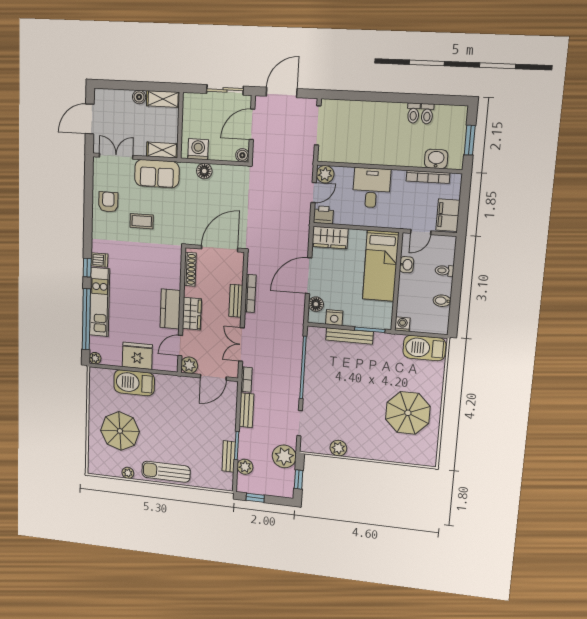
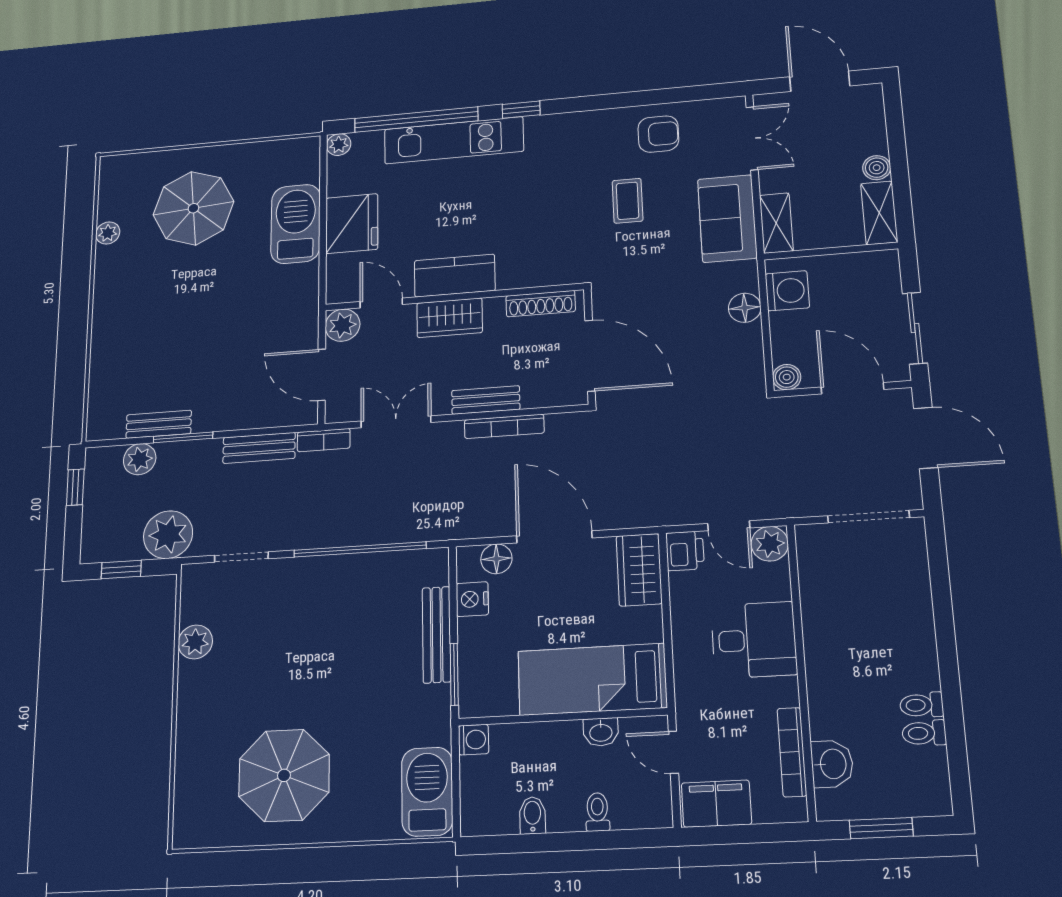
dishwasher: (99, 260) -> (539, 130), removed
sun lounger: (166, 472) -> (116, 306), removed

